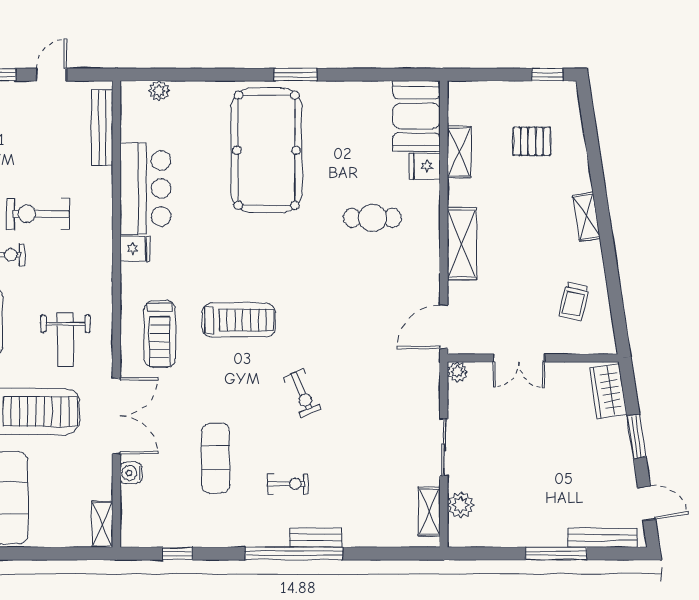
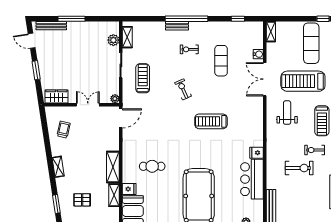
window: (590, 132) -> (56, 204), added
shelving: (462, 244) -> (113, 167), moved
treadmill: (160, 334) -> (143, 78), moved
wardrobe: (608, 391) -> (56, 96), moved, turned -81

